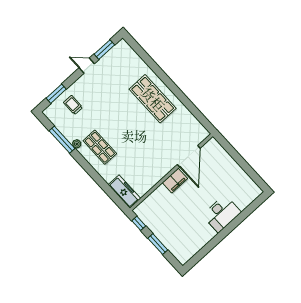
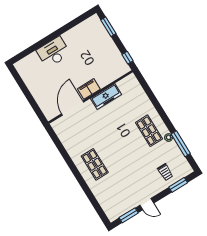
shop shelf: (153, 99) -> (95, 164), width x0.70, depth x0.74
freezer: (124, 192) -> (106, 97), moved, turned -90
window: (158, 244) -> (108, 27), moved

